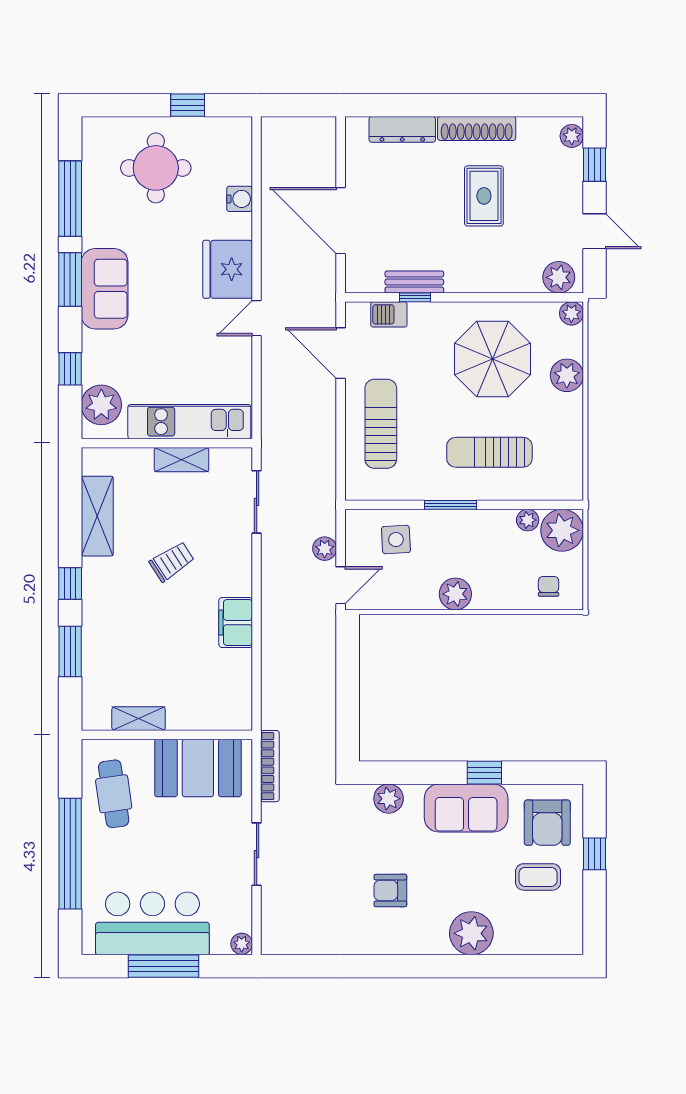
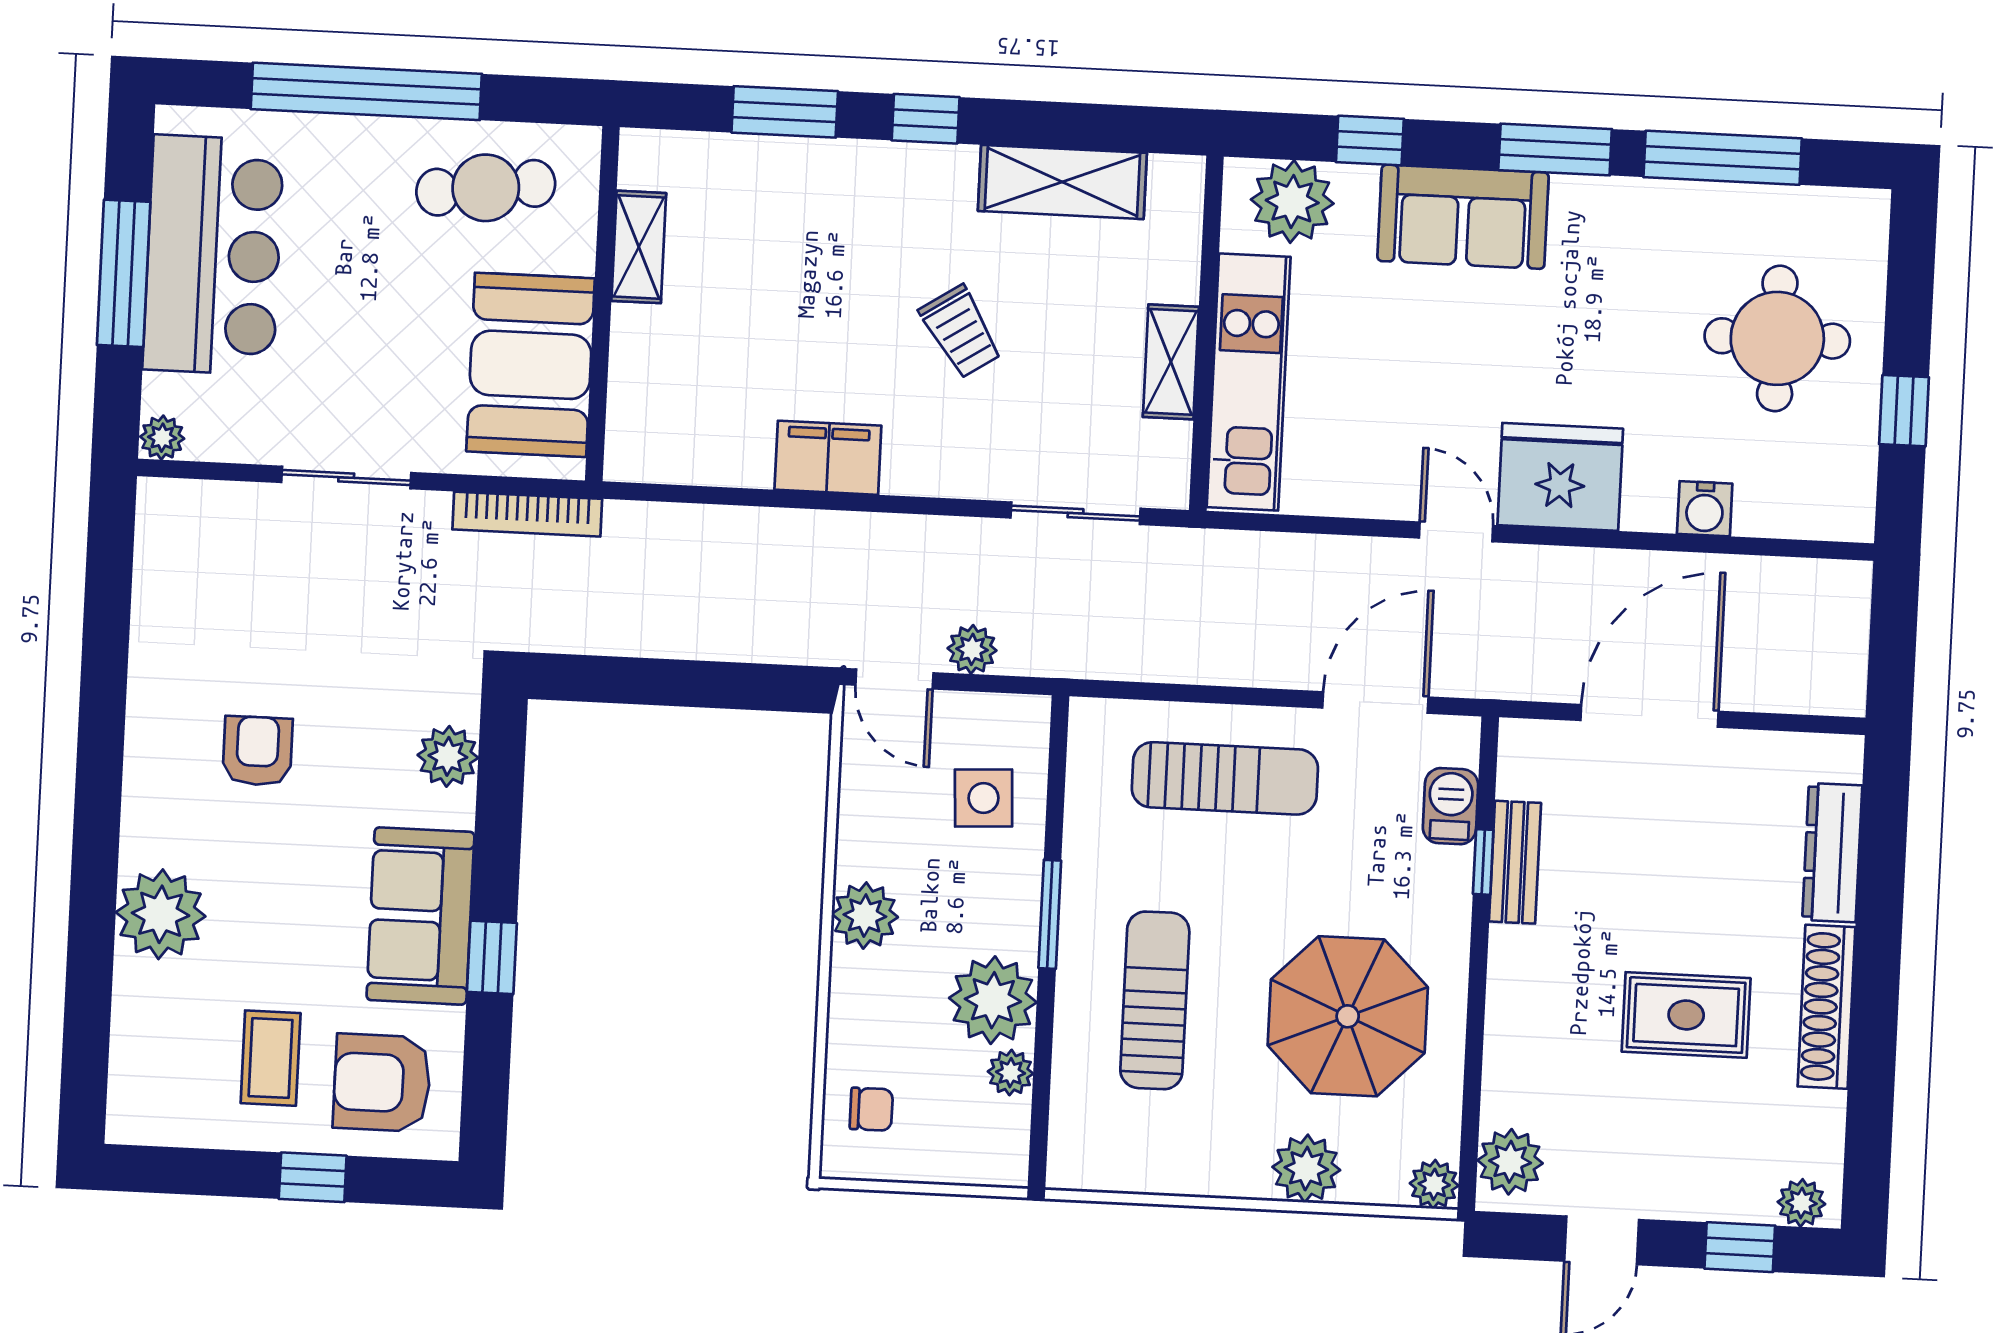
sofa: (105, 289) -> (1463, 217), moved
plant: (562, 530) -> (993, 1000), moved

